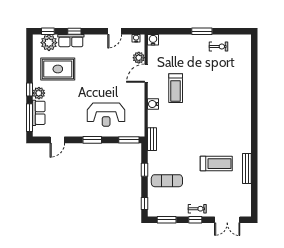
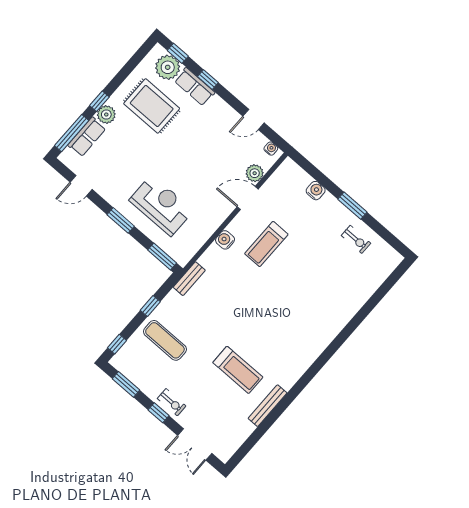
water cooler: (153, 40) -> (316, 191), moved
reception desk: (106, 115) -> (161, 205), turned 180

